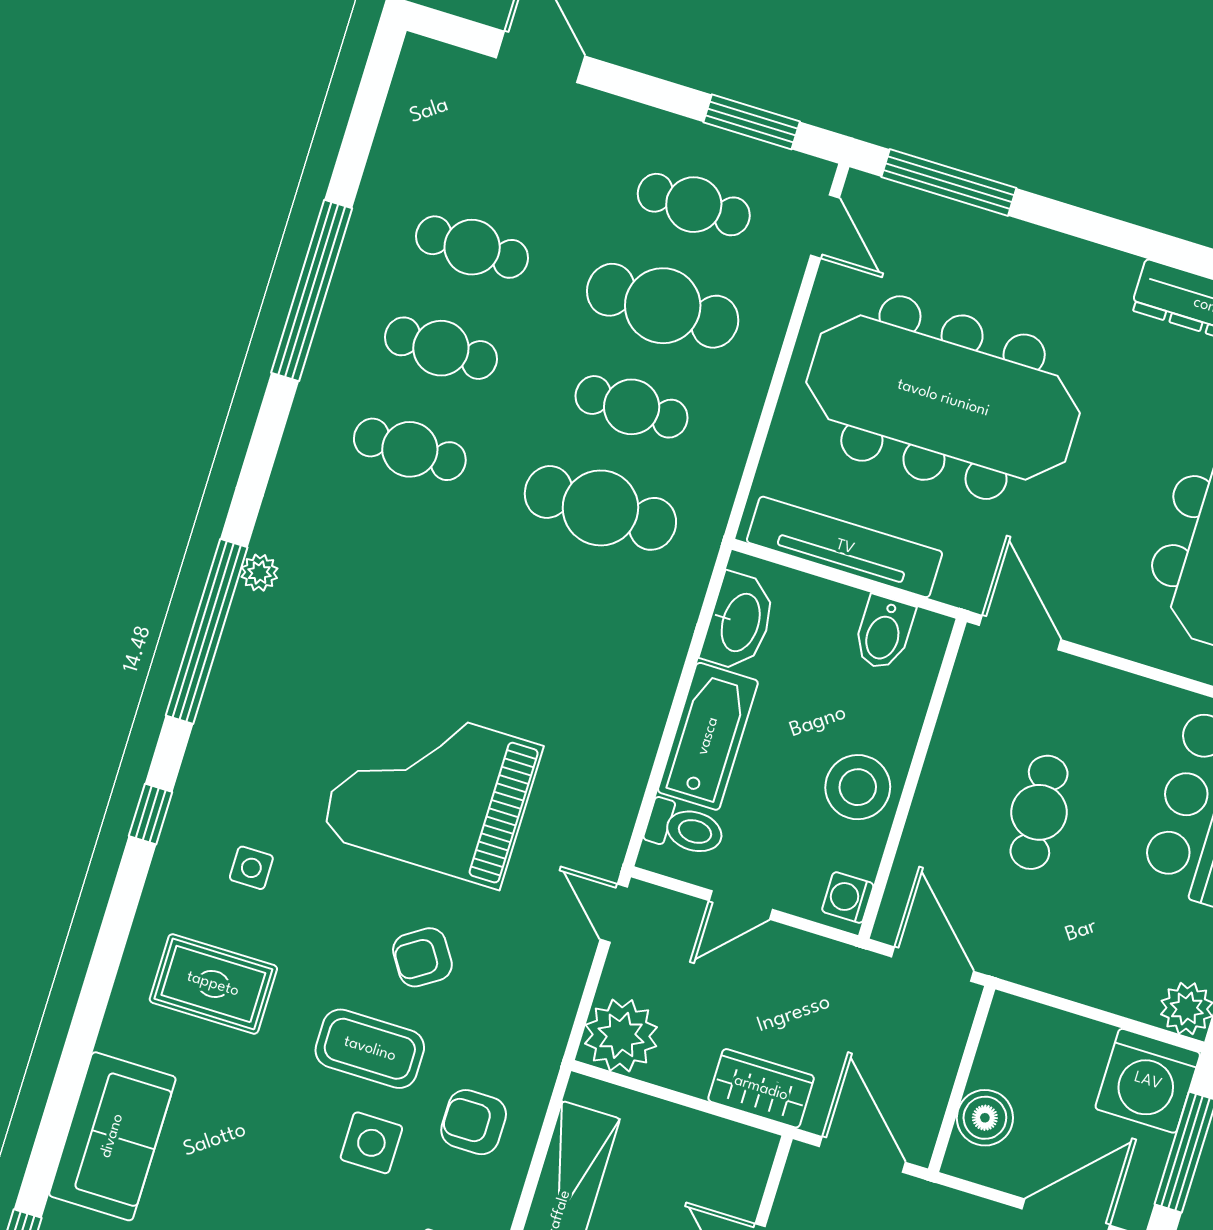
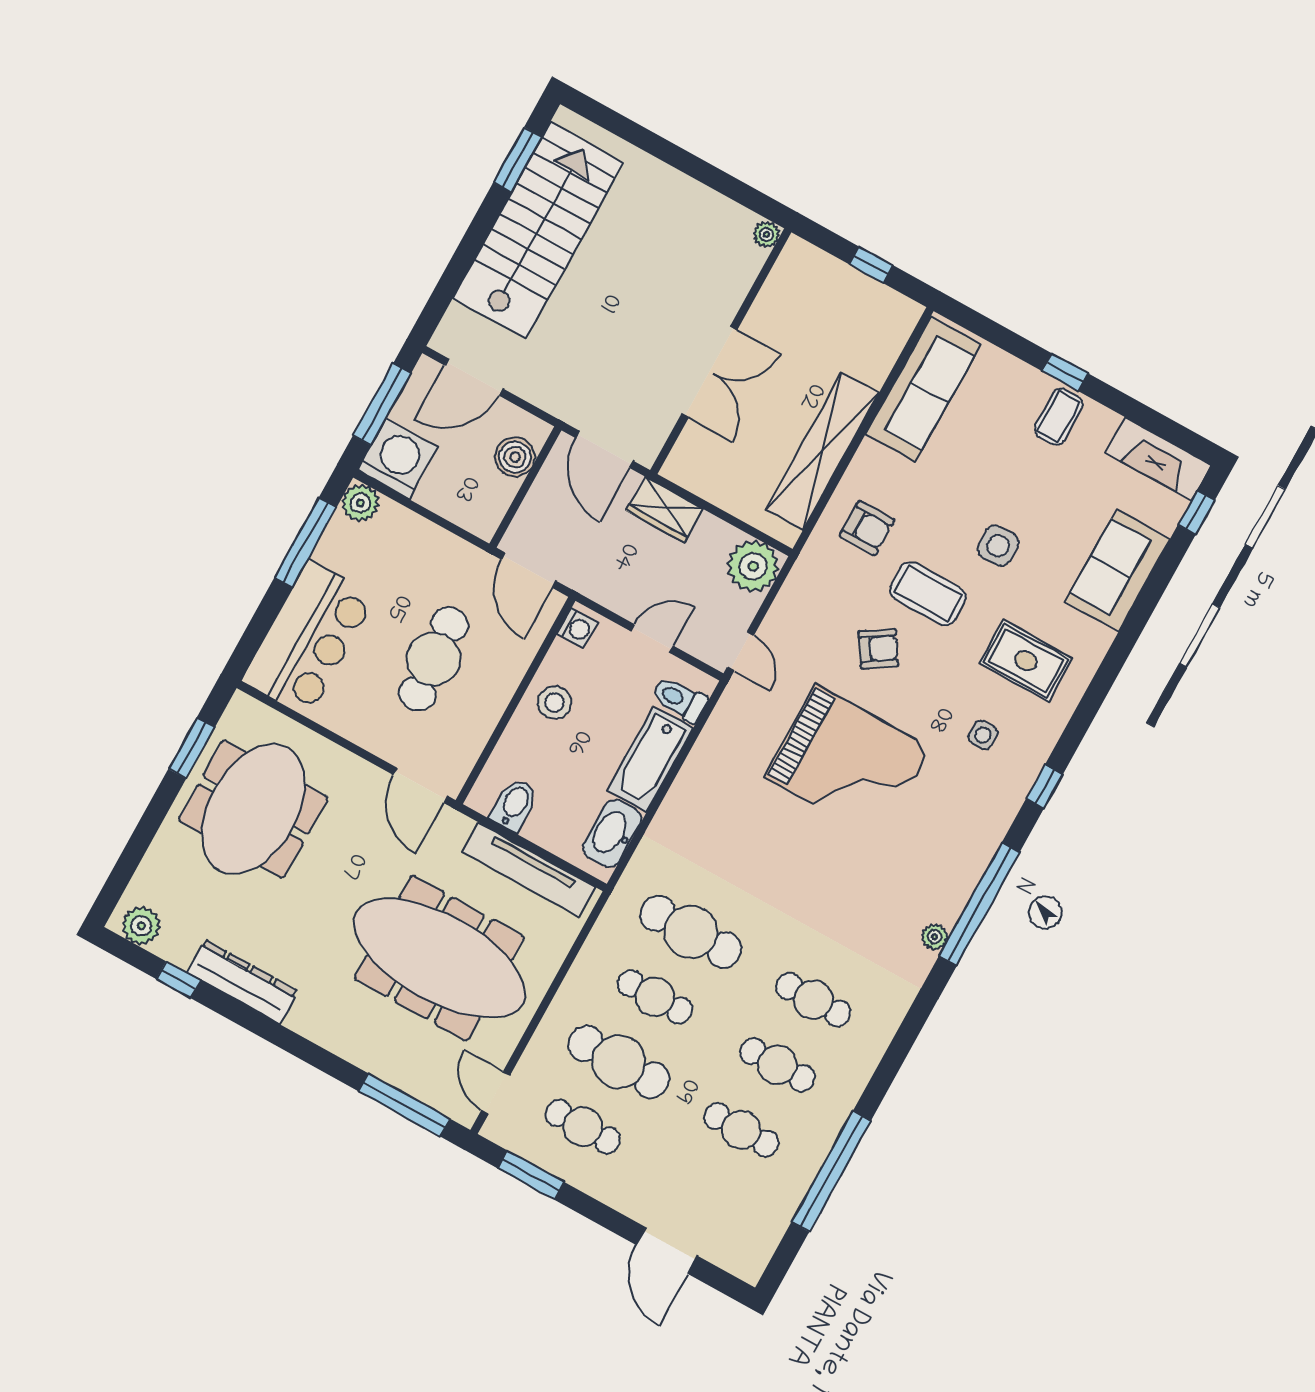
window: (312, 291) -> (831, 1171), moved
stool: (858, 787) -> (554, 703), width x0.73, depth x0.73
cafe table: (1039, 812) -> (434, 659), width x1.37, depth x1.35
side table: (371, 1143) -> (998, 546), moved

